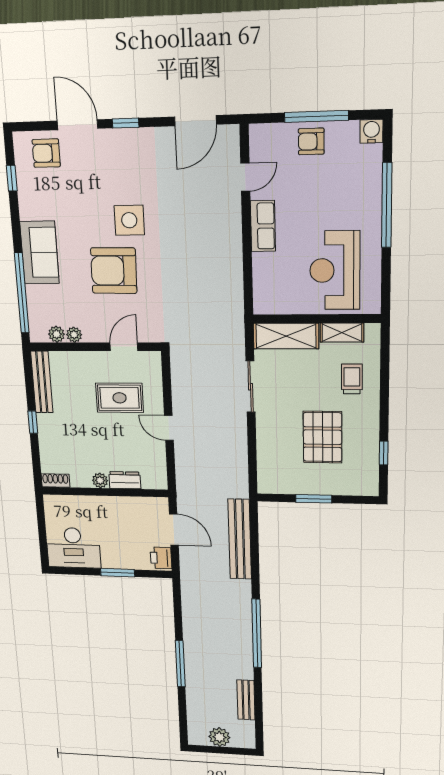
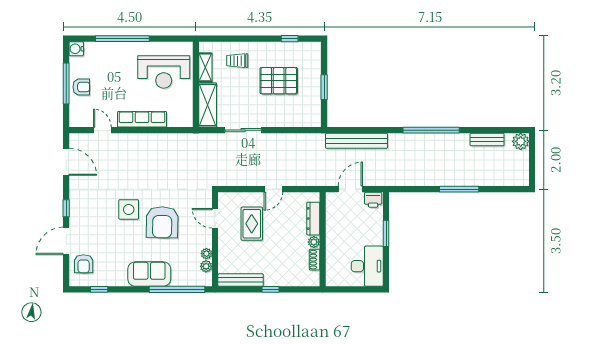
armchair: (311, 141) -> (81, 87), turned -90
row of seats: (263, 226) -> (142, 119), width x1.48
shoe rack: (55, 480) -> (315, 260), moved
dresser: (125, 480) -> (313, 219), width x1.44
plant: (219, 737) -> (521, 141), moved

